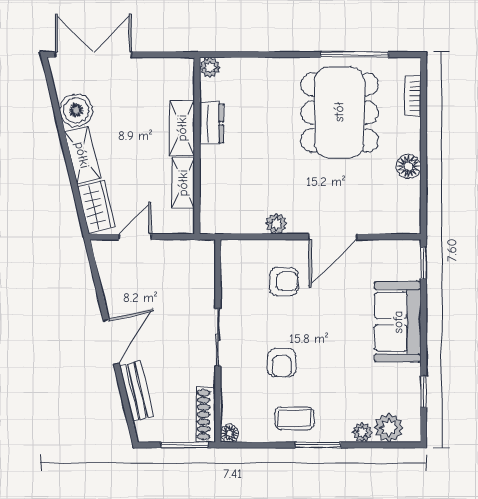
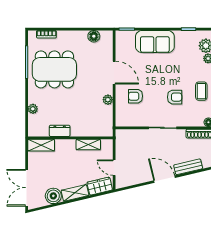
plant: (210, 68) -> (33, 109), moved
shelving: (182, 128) -> (41, 145), moved
floor lamp: (409, 166) -> (94, 36), moved
armchair: (284, 282) -> (136, 96), turned -90

